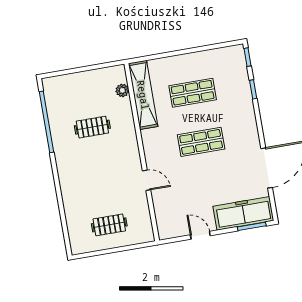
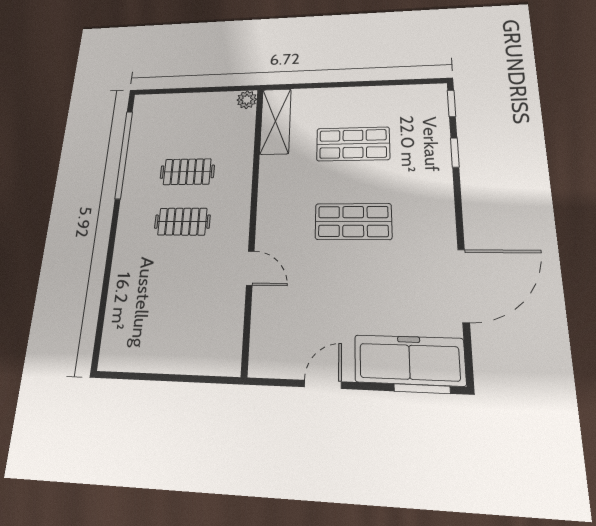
plant: (122, 90) -> (247, 100), moved
shelving: (143, 95) -> (276, 121), width x0.68
clothes rail: (109, 225) -> (182, 222), moved
door: (200, 235) -> (323, 384), hinge flipped

